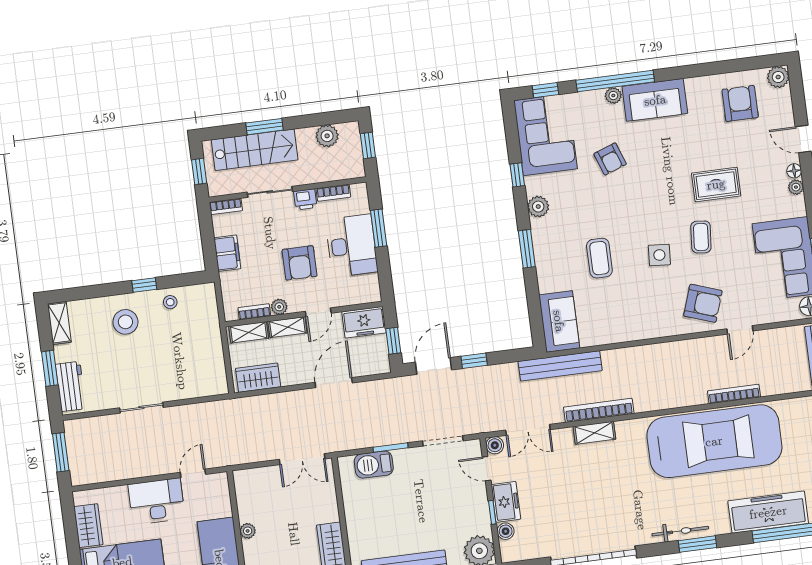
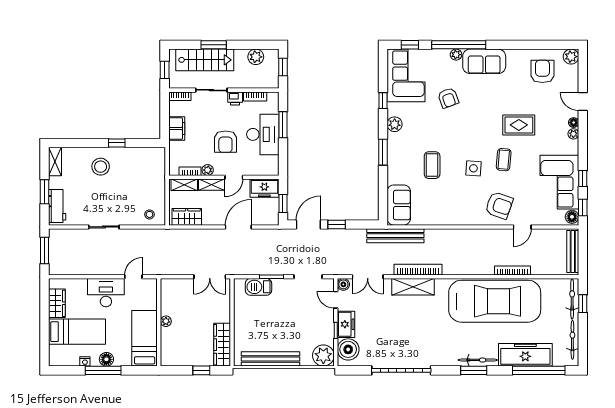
stool: (170, 302) -> (149, 214), moved
shelving: (594, 433) -> (413, 287), width x1.50, depth x1.33
boiler: (506, 531) -> (348, 349), width x1.86, depth x1.86
bicycle: (680, 531) -> (478, 360), moved

